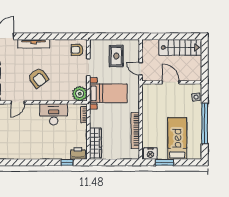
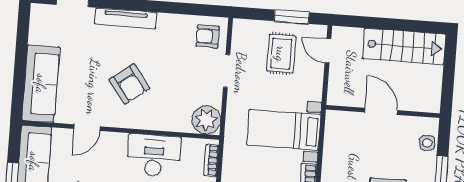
window: (120, 36) -> (292, 17), added
door: (141, 69) -> (328, 51), moved
bed with nightstands: (108, 93) -> (284, 130), moved, turned 180

